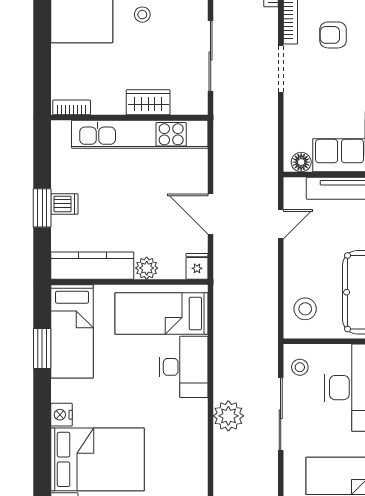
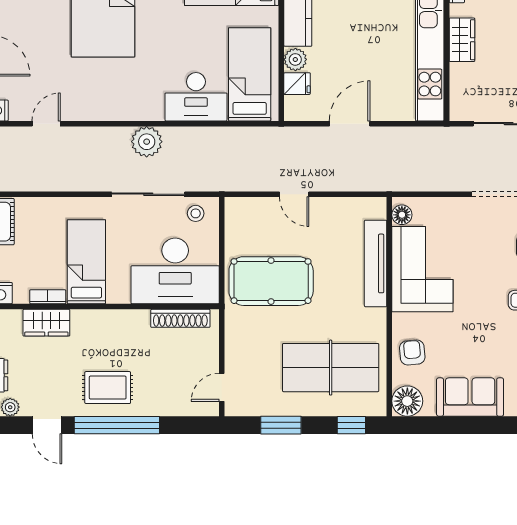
wardrobe: (148, 102) -> (462, 40), moved
door: (281, 224) -> (294, 194), moved
fridge: (197, 266) -> (297, 84), moved
stool: (305, 309) -> (254, 219), removed

